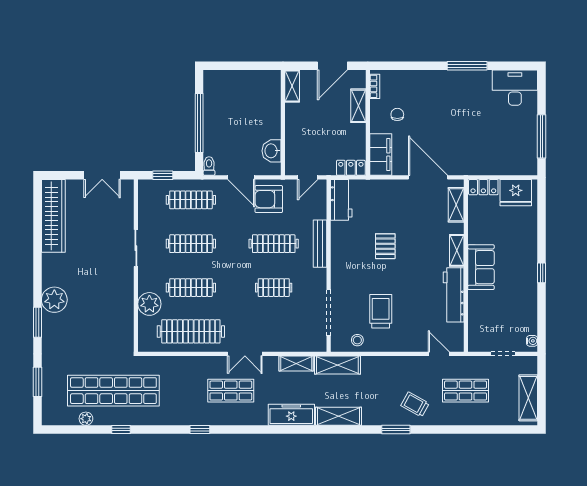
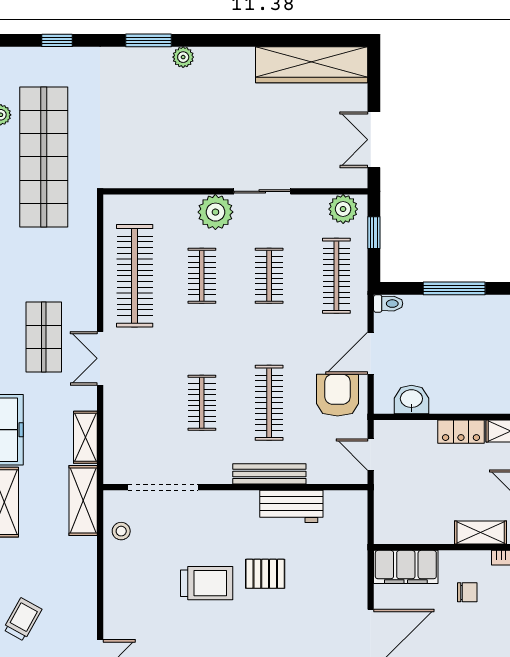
window: (199, 123) -> (454, 288), width x0.68
locker: (351, 168) -> (461, 432), moved, turned 90
plant: (147, 195) -> (343, 209), added
workbench: (341, 200) -> (291, 506), moved
clothes rail: (191, 244) -> (269, 276), width x0.73
clothes rail: (191, 288) -> (202, 276), width x0.73
plant: (54, 300) -> (183, 57), width x0.53, depth x0.53
plant: (149, 304) -> (215, 212), moved
trolley: (381, 311) -> (207, 583), moved
window: (37, 382) -> (57, 40), width x0.67

